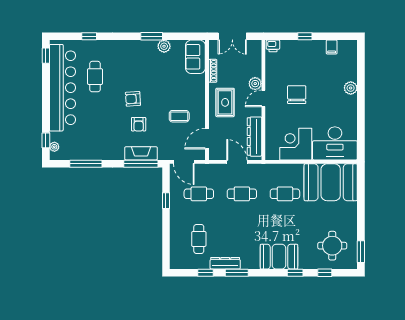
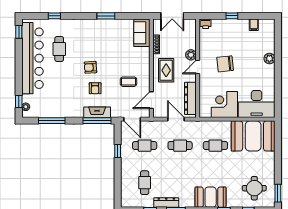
plant: (164, 46) -> (116, 24), removed
chair: (297, 95) -> (225, 64), turned -96

